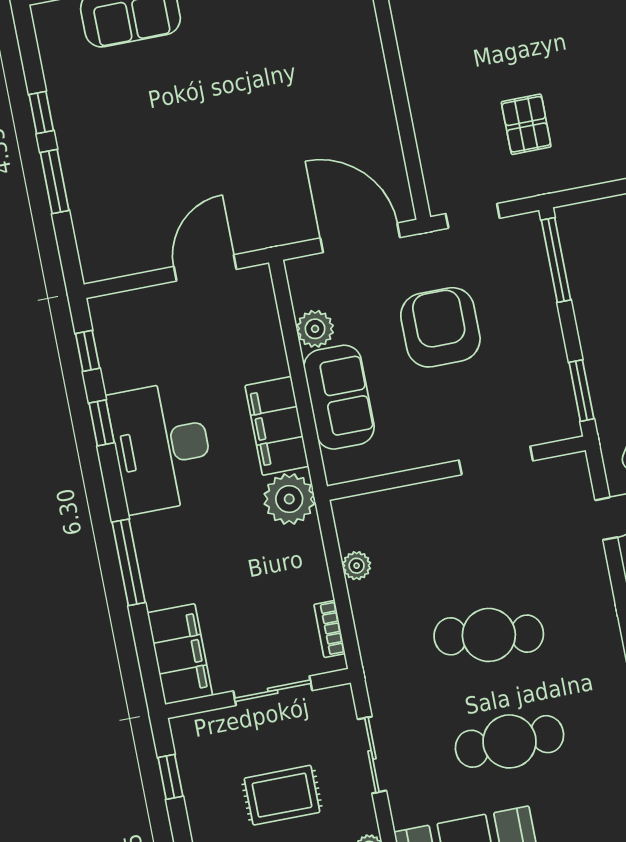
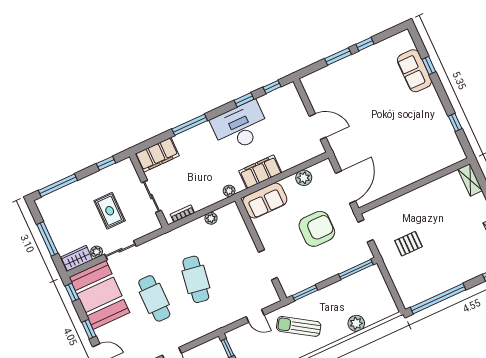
sofa: (339, 397) -> (265, 200), moved
plant: (289, 499) -> (229, 191), width x0.53, depth x0.53
sliding door: (372, 755) -> (120, 250), moved

